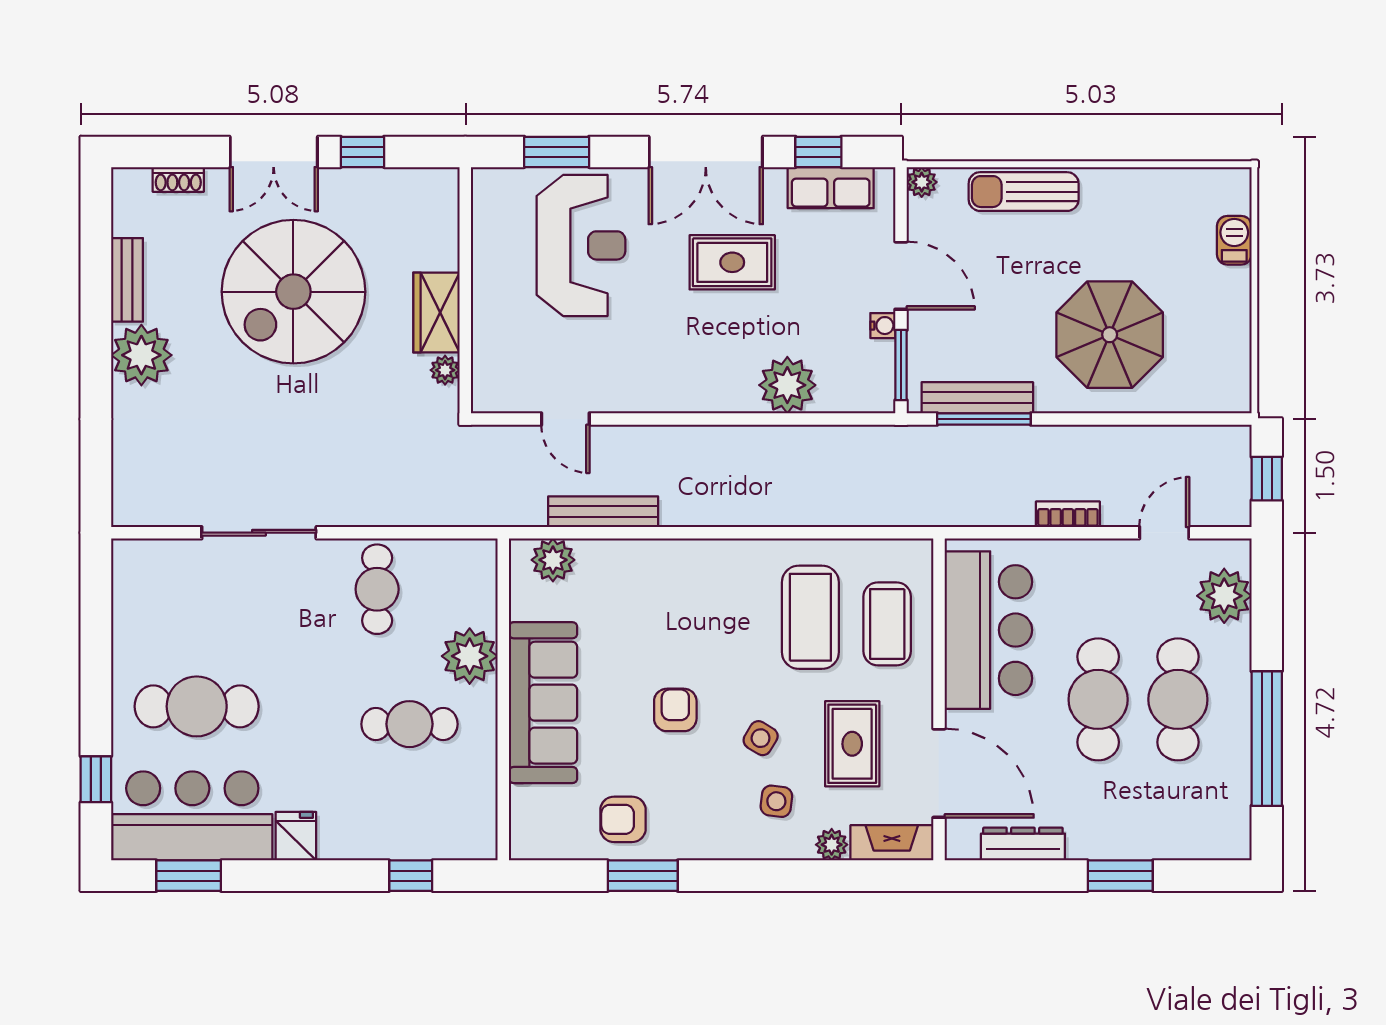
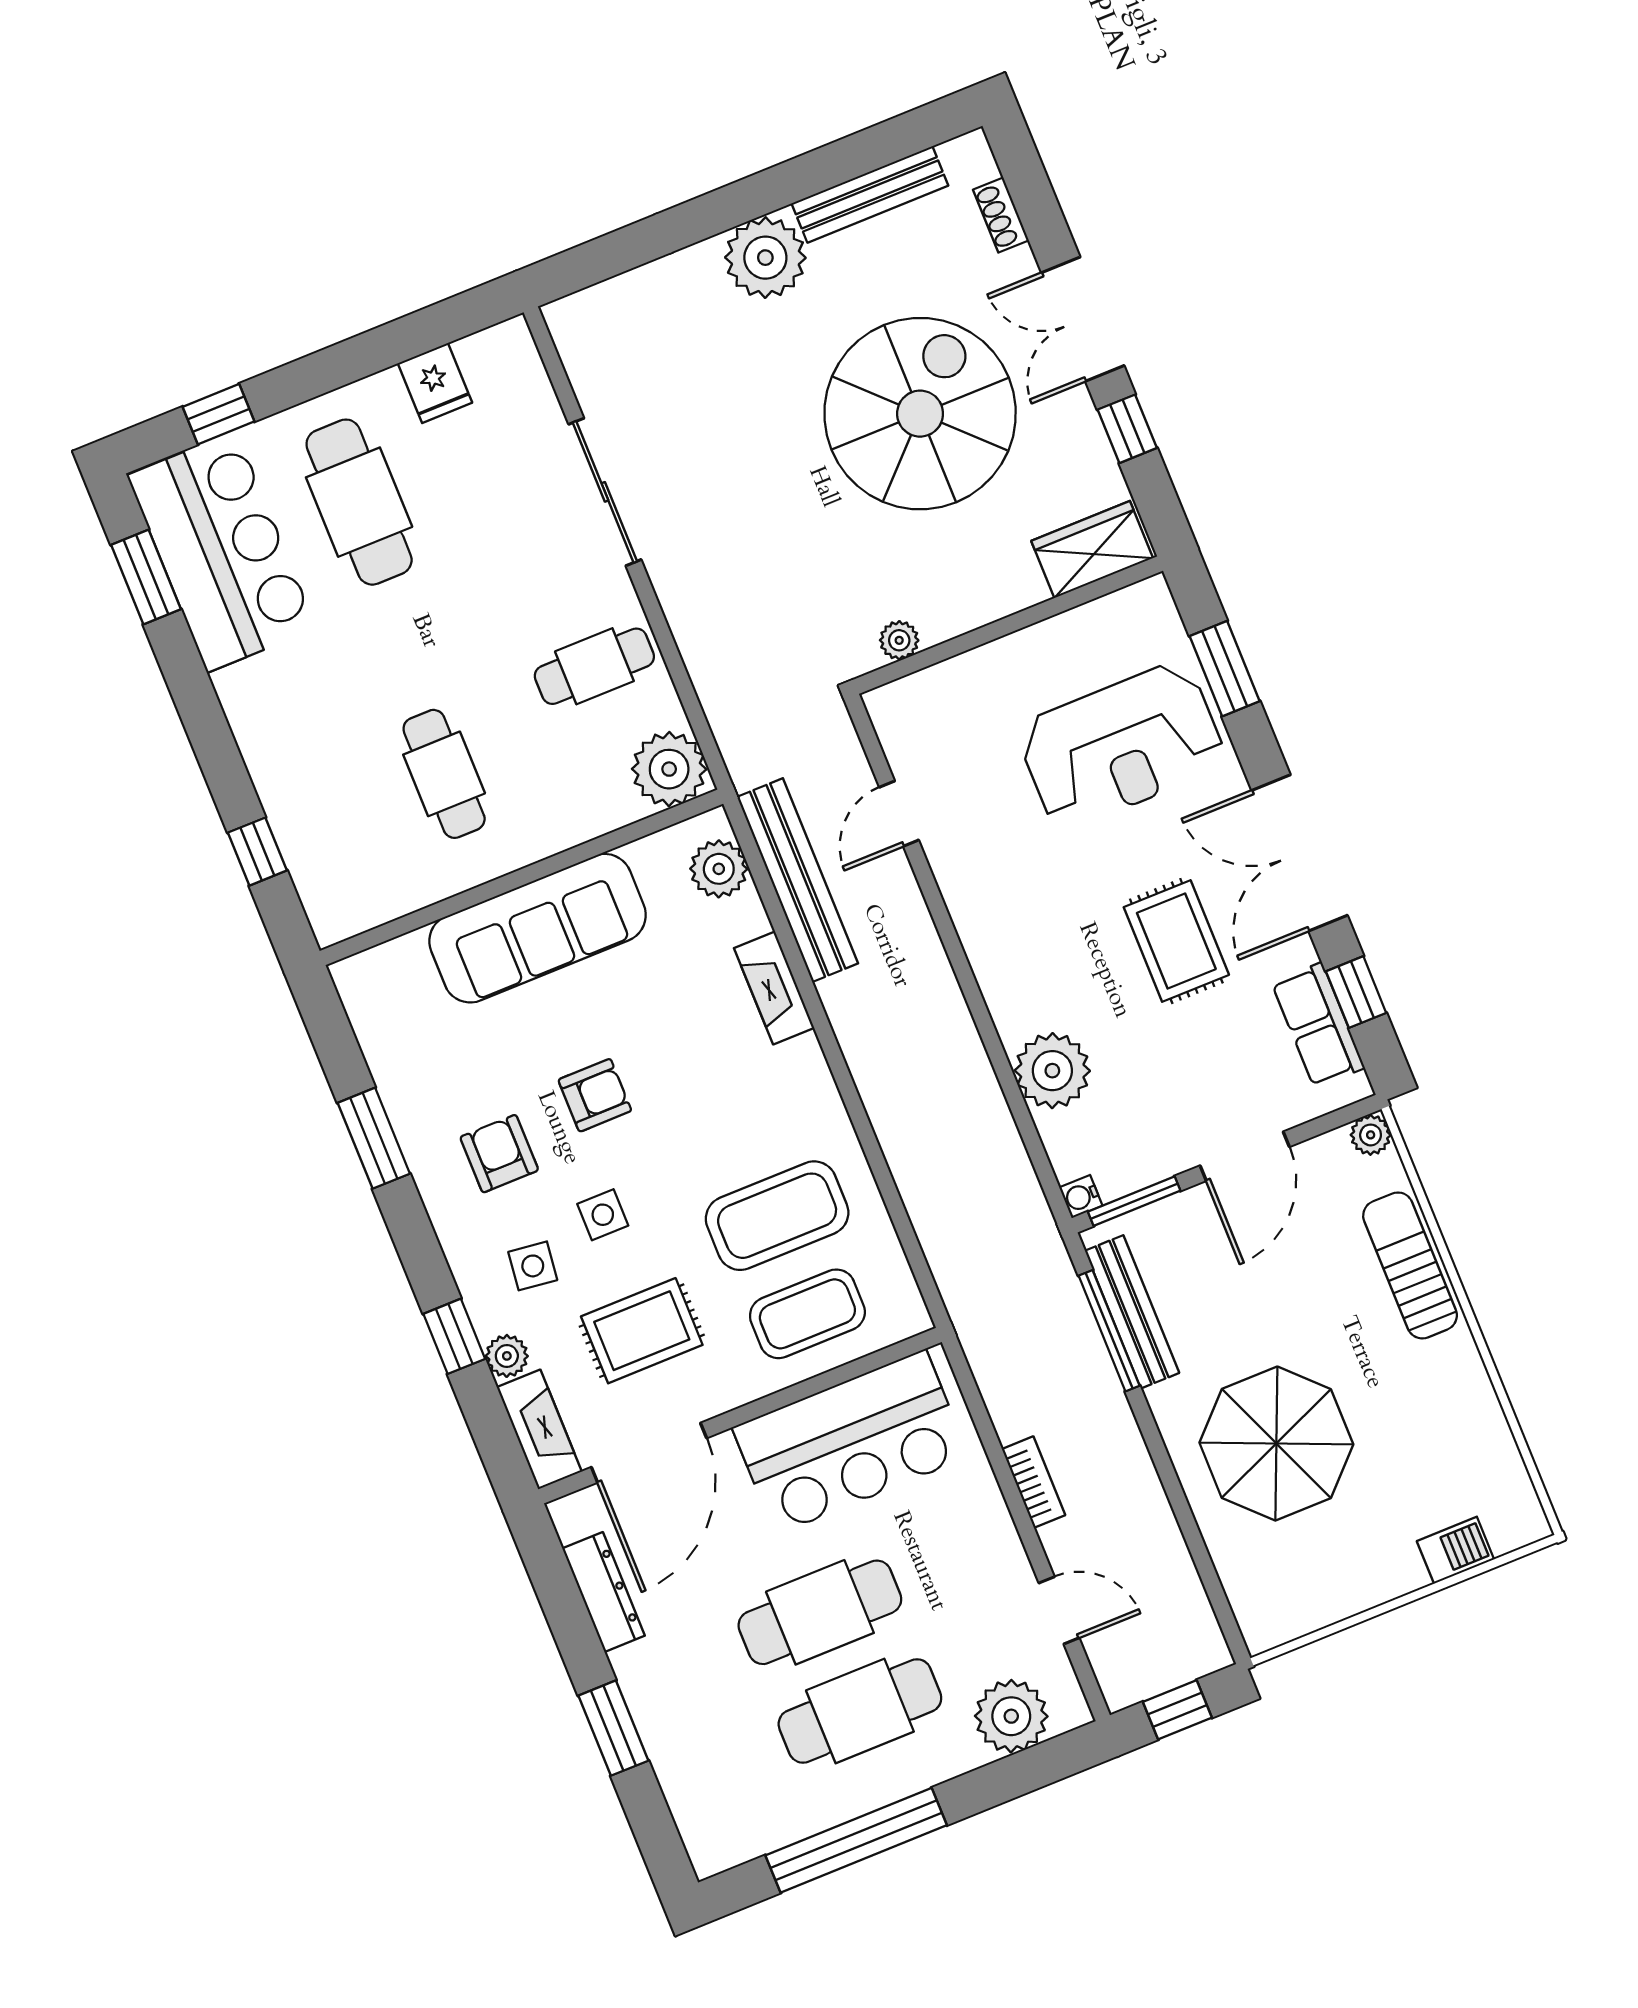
bench: (127, 280) -> (870, 194), width x1.36
spiral stairs: (293, 292) -> (920, 414), turned 90
wardrobe: (436, 313) -> (1092, 550), moved
water cooler: (883, 326) -> (1081, 1197), moved, turned 90
bench: (603, 512) -> (798, 880), width x1.37, depth x1.21
fireplace: (651, 555) -> (774, 988), added
plant: (470, 656) -> (669, 769), moved
side table: (761, 738) -> (603, 1215), turned -31
armchair: (623, 819) -> (499, 1154), moved
fridge: (296, 836) -> (435, 383), moved, turned 90
window: (803, 876) -> (454, 1336), added

